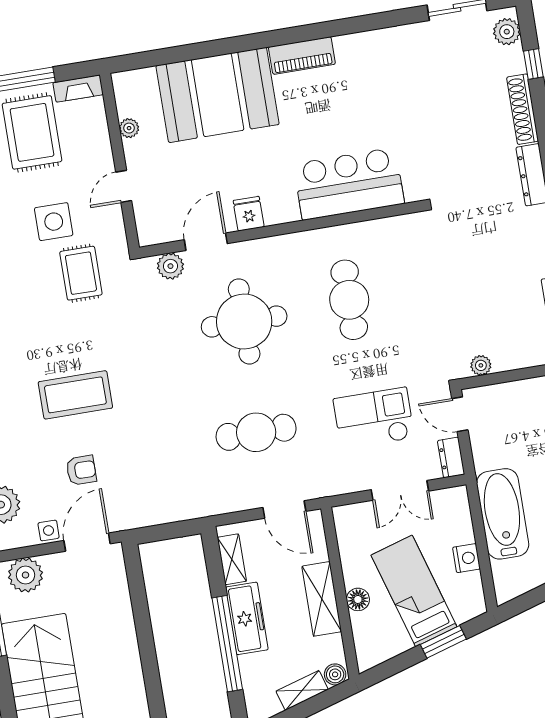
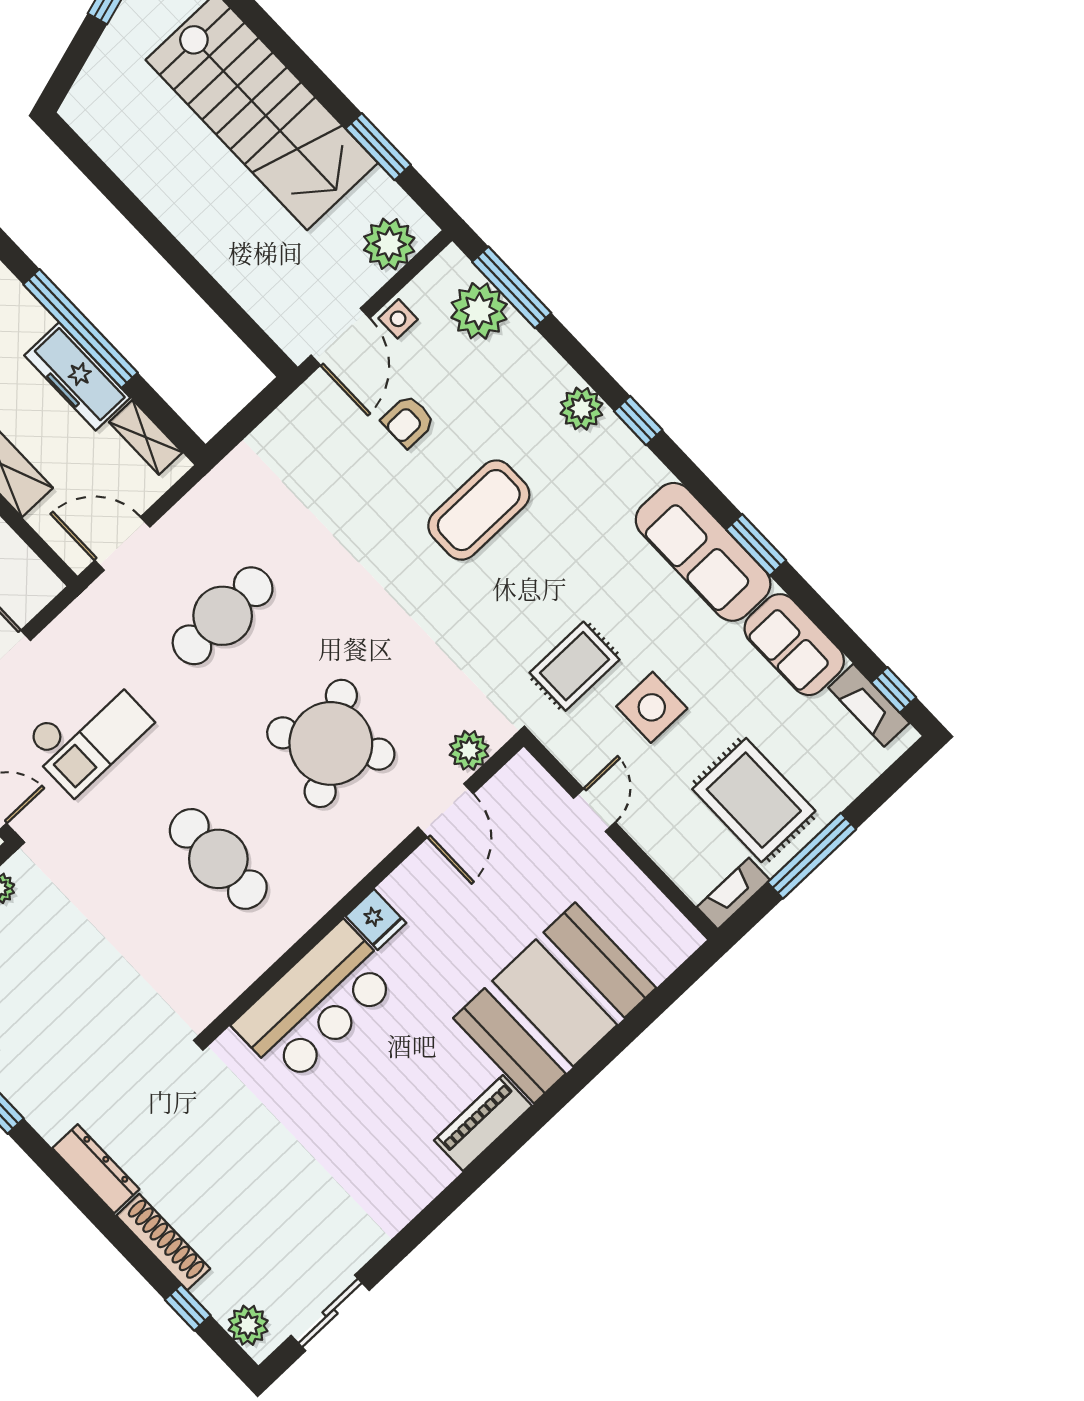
plant: (129, 128) -> (637, 887), removed
fridge: (249, 214) -> (376, 920), moved
rug: (81, 273) -> (574, 666), turned 90
round table: (244, 321) -> (331, 743), turned -34

